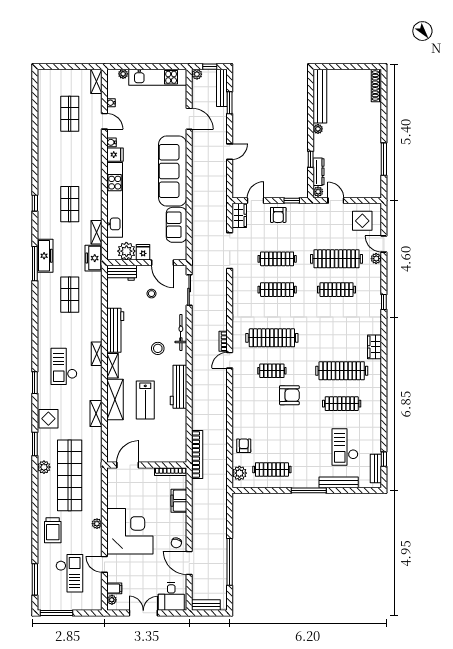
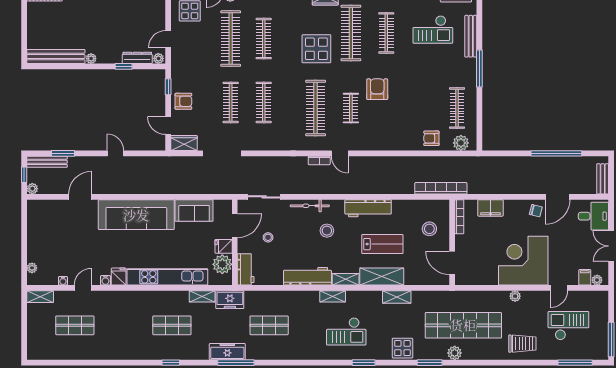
kitchen unit: (158, 77) -> (36, 231), removed
display table: (327, 339) -> (316, 49), added
stool: (159, 444) -> (429, 229), added

